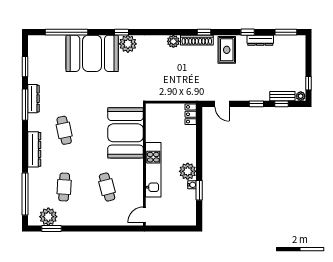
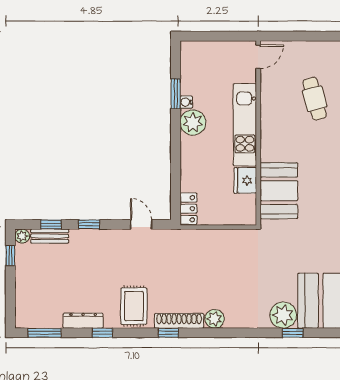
booth: (126, 133) -> (279, 191), width x0.73, depth x0.70
fridge: (153, 133) -> (245, 180), added

